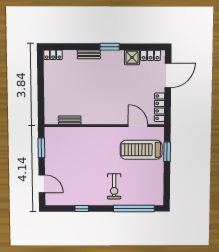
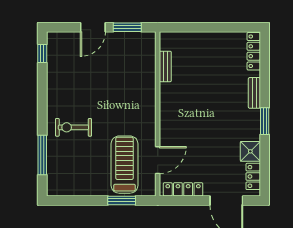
locker: (53, 55) -> (254, 51), width x1.53
door: (42, 184) -> (93, 27), moved
window: (134, 208) -> (42, 155), width x0.68
window: (82, 209) -> (42, 53), moved

